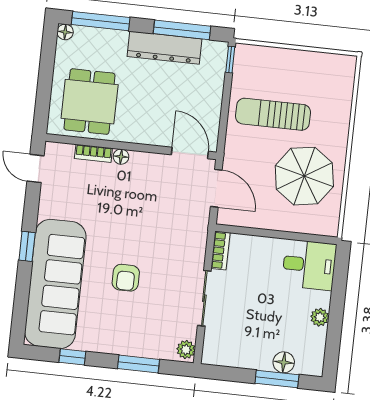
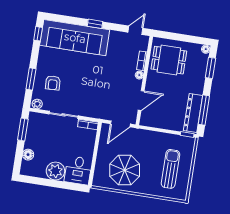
window: (101, 21) -> (211, 68), width x0.69
dresser: (164, 48) -> (193, 113), moved
sun lounger: (273, 114) -> (171, 169), moved
door: (190, 153) -> (141, 100), moved
armchair: (126, 278) -> (53, 83), moved, turned -93
plant: (320, 317) -> (55, 171), width x1.87, depth x1.87
window: (72, 357) -> (38, 34), moved
window: (277, 379) -> (23, 129), moved

